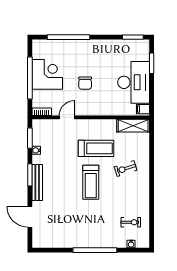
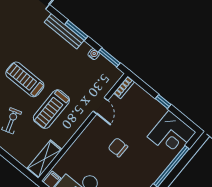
corner desk: (47, 74) -> (171, 134), moved
window: (30, 78) -> (163, 102), width x0.32

